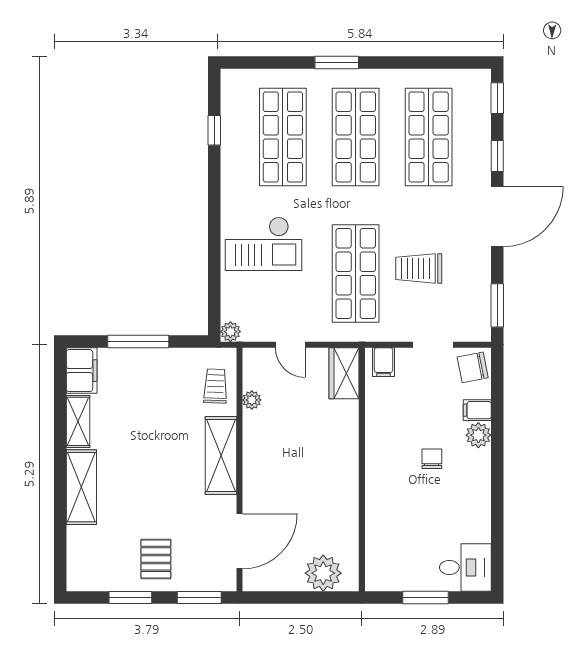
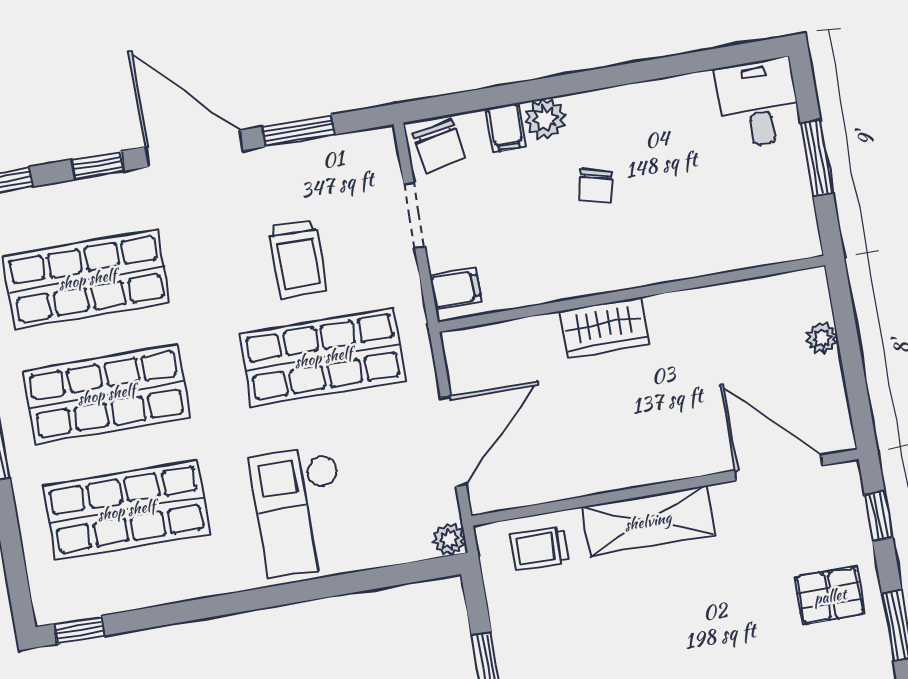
window: (214, 130) -> (79, 630), moved
checkout: (264, 244) -> (301, 511), turned 180
window: (497, 305) -> (298, 131), moved
door: (290, 345) -> (453, 441), width x1.87
wardrobe: (344, 373) -> (604, 328), moved
plant: (252, 400) -> (551, 487), removed
chair: (432, 459) -> (595, 186), turned -76
plant: (323, 573) -> (822, 338), width x0.53, depth x0.53
window: (199, 597) -> (879, 516), width x0.67

